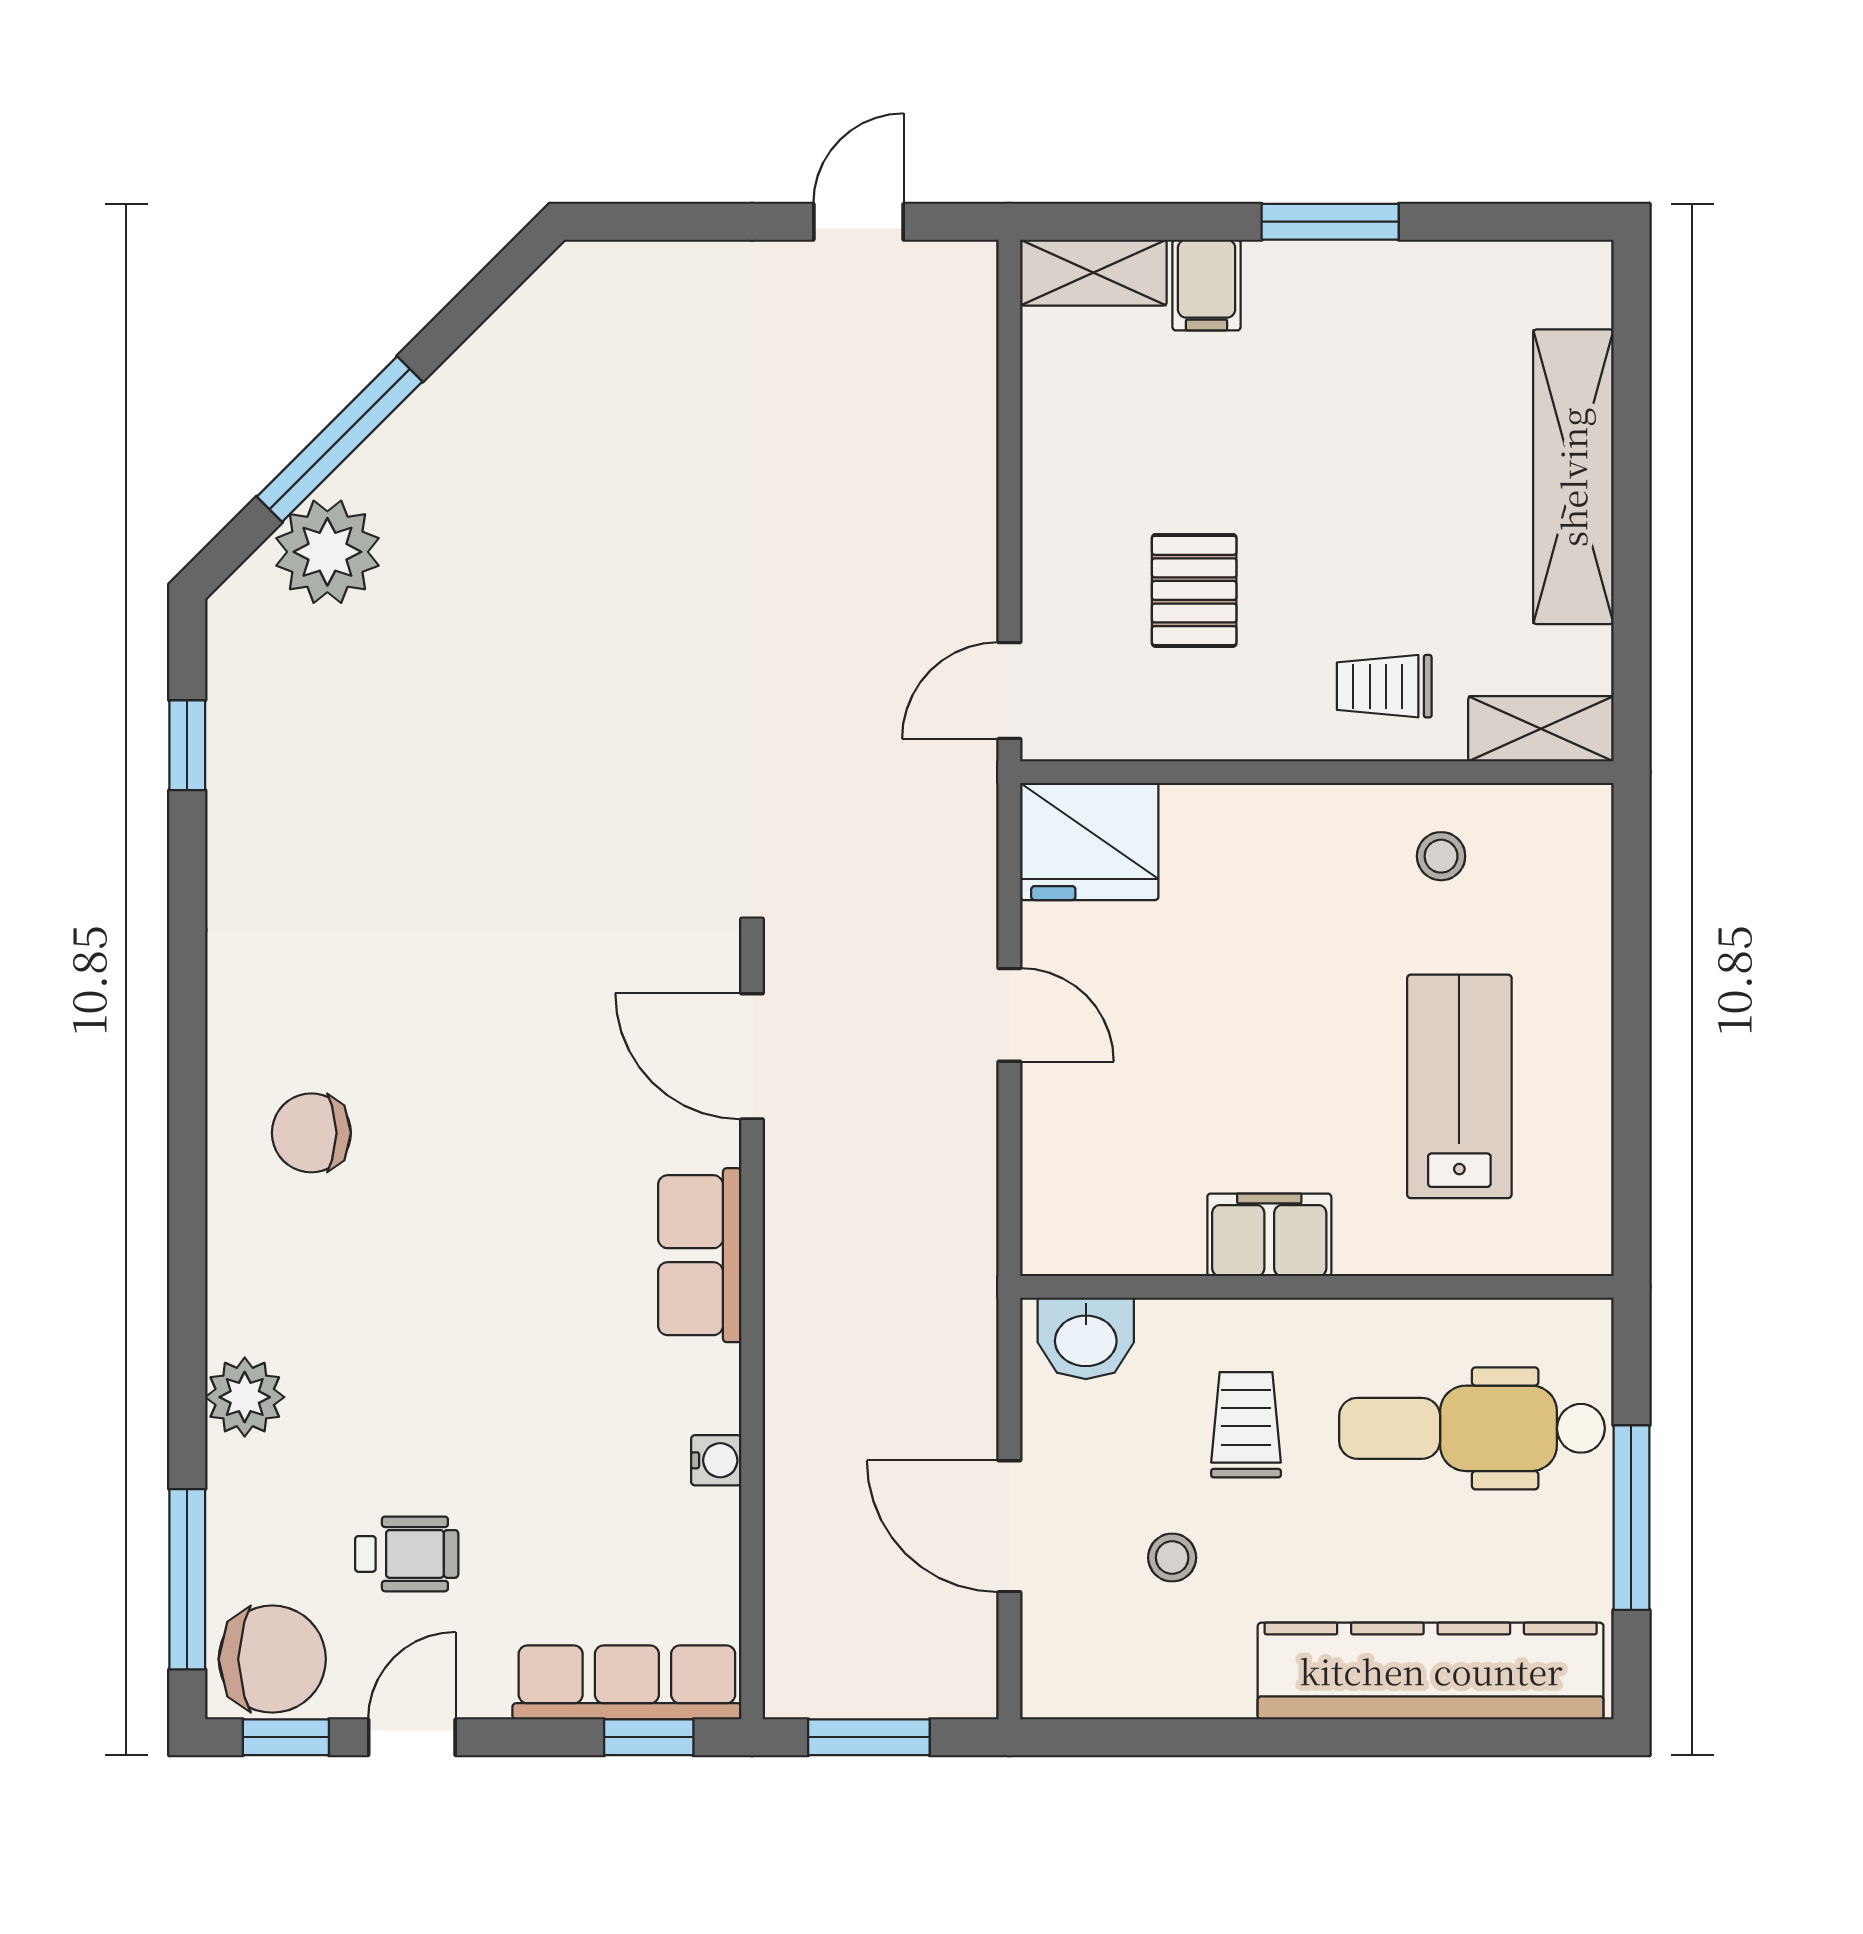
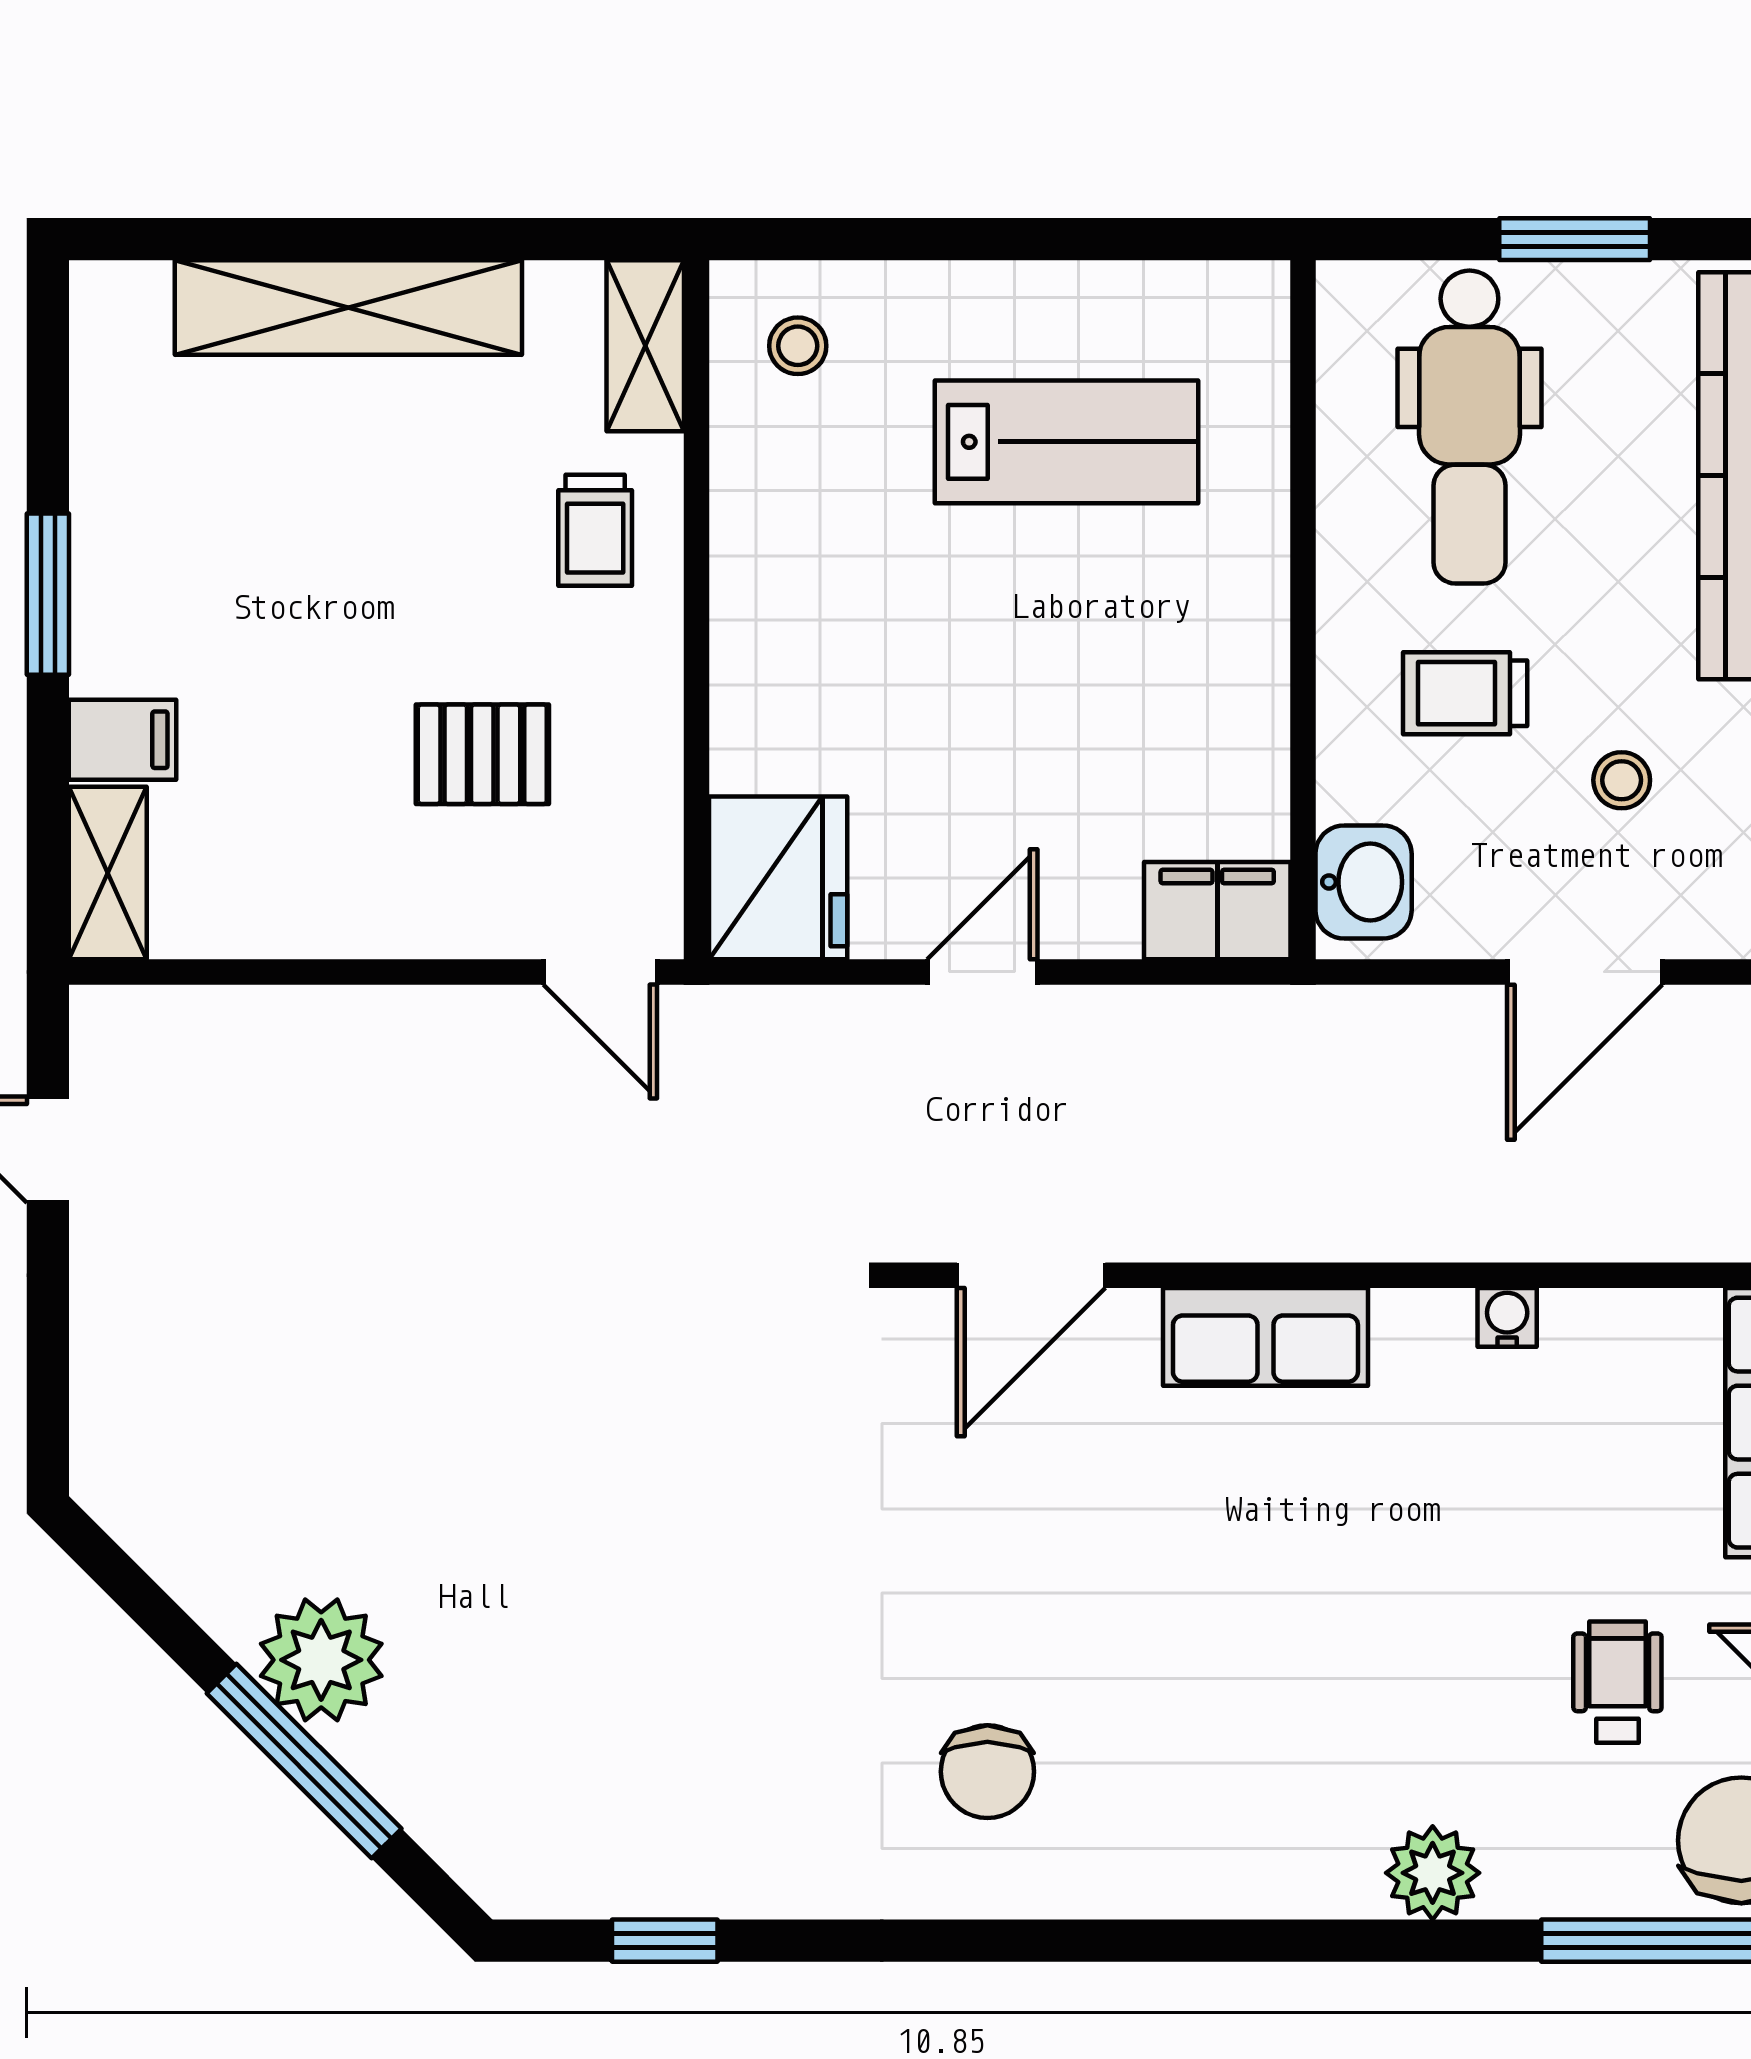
plant: (327, 552) -> (321, 1660), moved
stool: (1441, 856) -> (798, 346), moved
lab bench: (1459, 1086) -> (1067, 442), turned 180
chair: (311, 1133) -> (987, 1772), moved
filing cabinet: (1269, 1235) -> (1217, 911), moved, turned 90
window: (1631, 1518) -> (1575, 239), width x0.69

